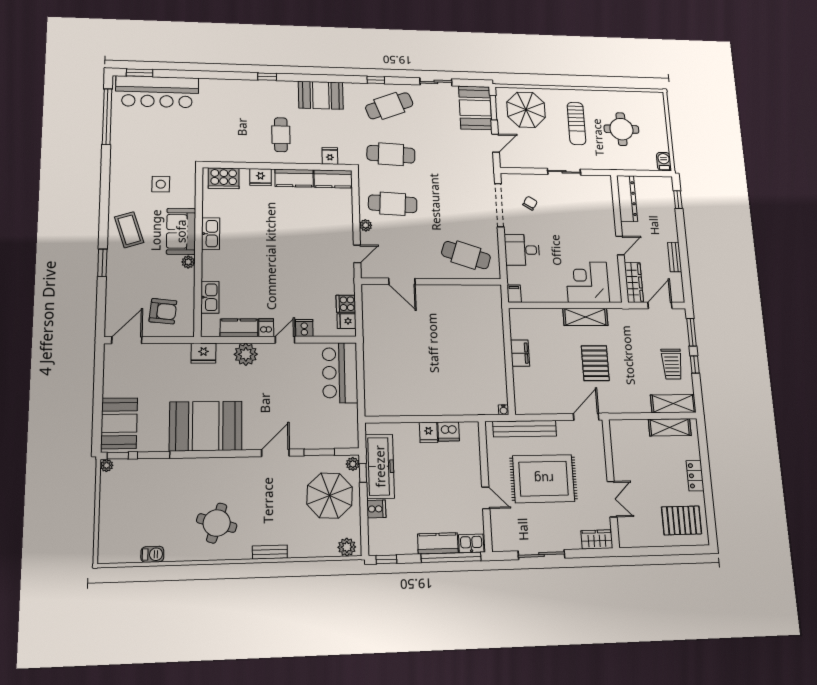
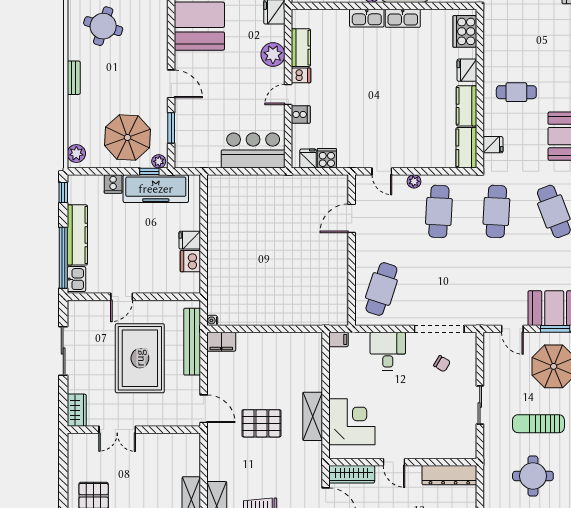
kitchen sink: (210, 297) -> (367, 18), moved
door: (285, 340) -> (288, 94), swing flipped
filing cabinet: (520, 353) -> (221, 342), moved
kitchen counter: (438, 543) -> (77, 235), width x1.50

